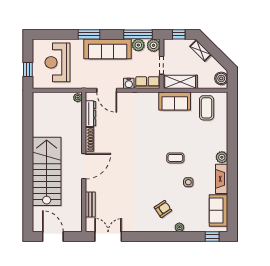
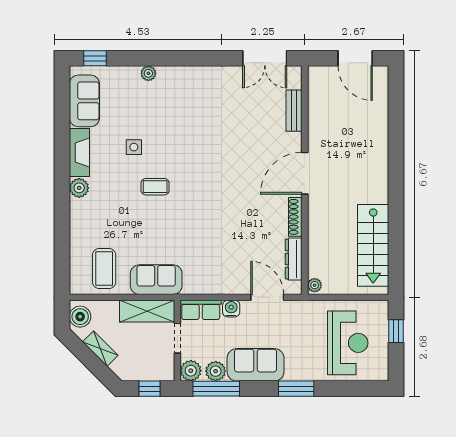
sofa: (108, 49) -> (256, 365), width x0.73
shelving: (201, 51) -> (100, 349), moved
stairs: (47, 171) -> (373, 245), moved, width x0.73, depth x0.66
armchair: (163, 209) -> (175, 103), removed

